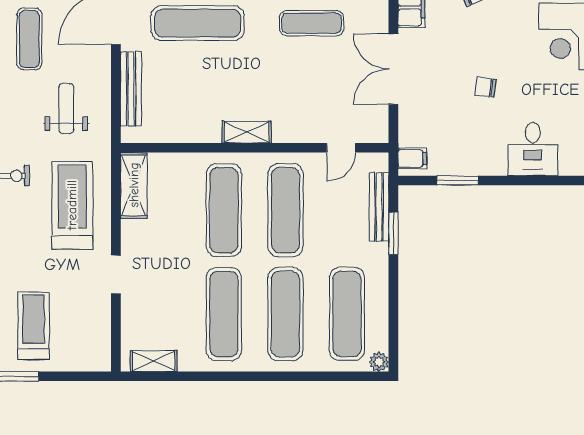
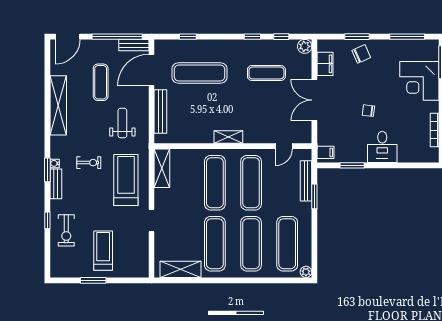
desk: (533, 149) -> (382, 147), moved
shelving: (154, 361) -> (180, 269), width x1.50, depth x1.33

